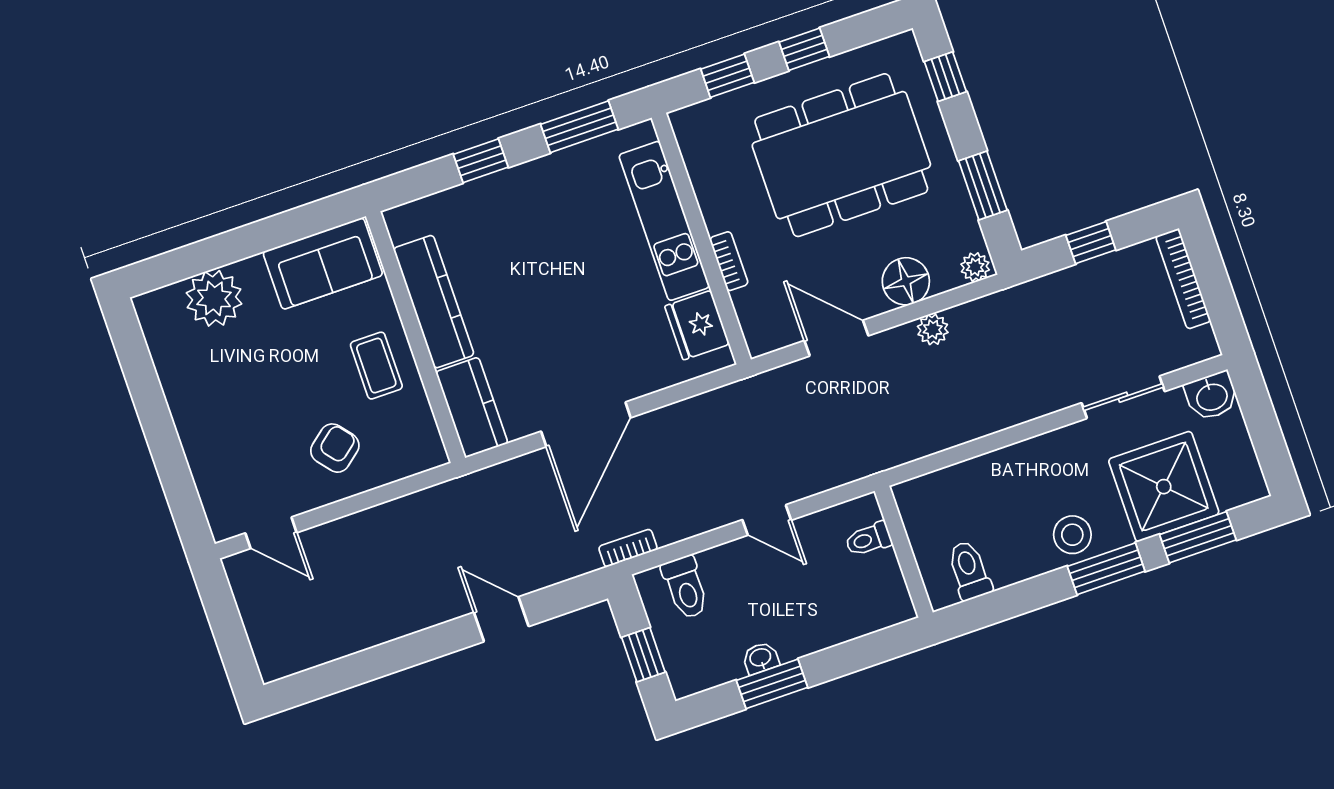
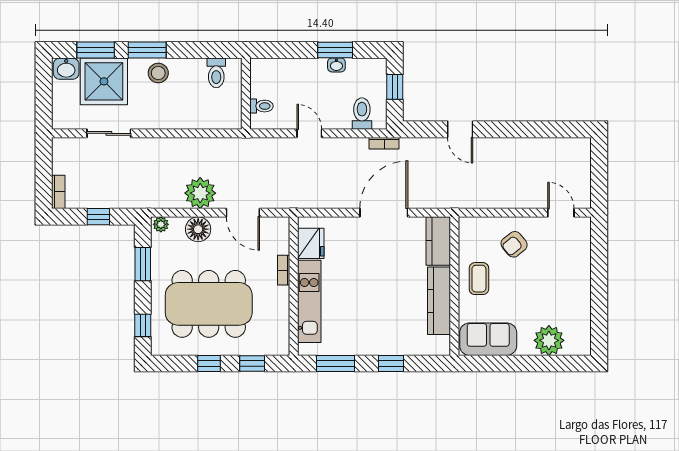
bookcase: (1183, 279) -> (58, 192), width x0.64
plant: (933, 329) -> (200, 193), width x1.88, depth x1.88
washbasin: (1212, 396) -> (66, 69), moved, turned 180

